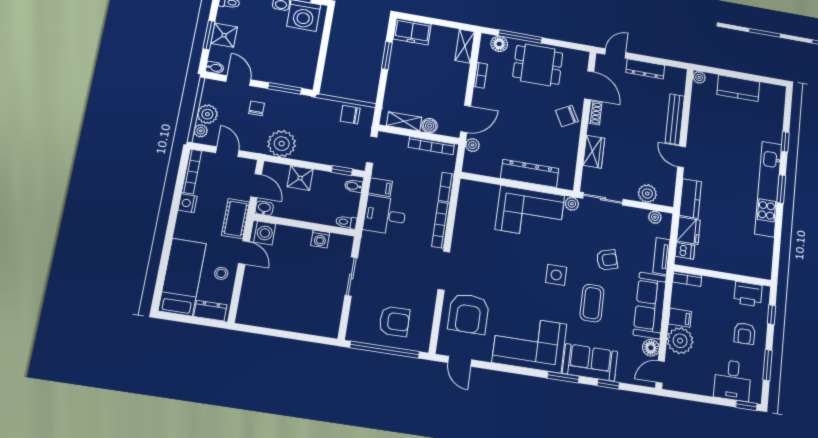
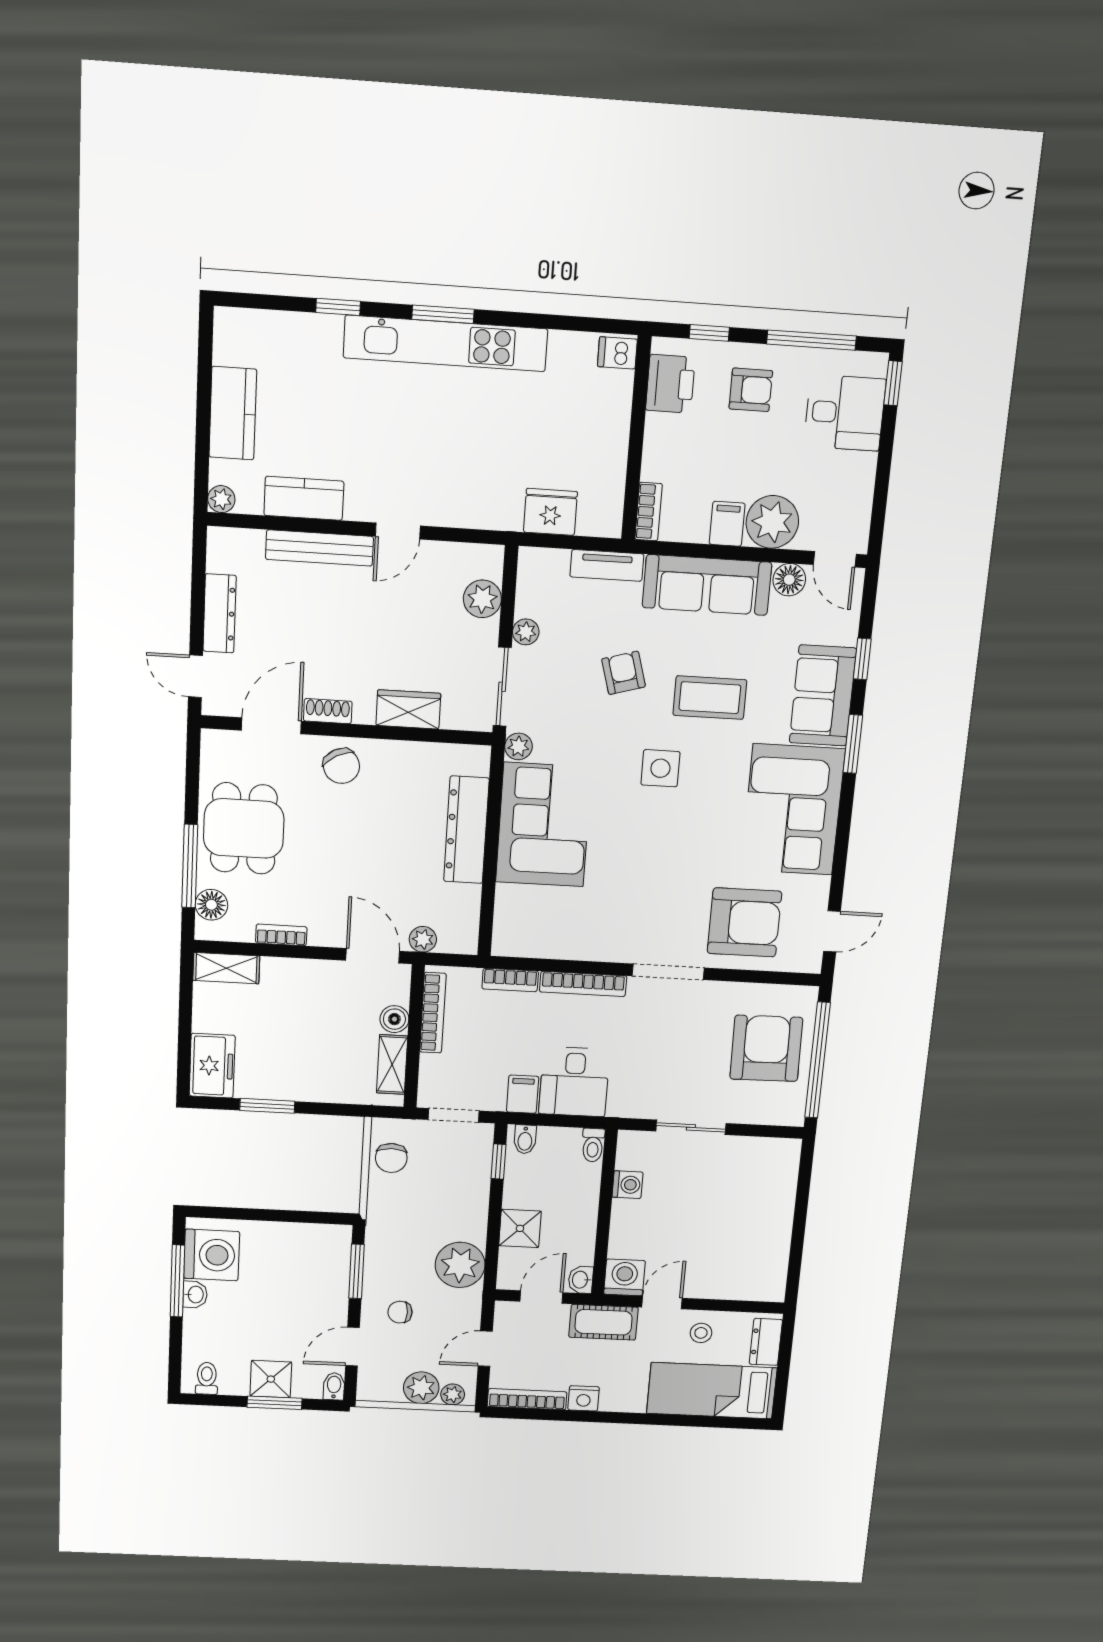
kitchen counter: (690, 198) -> (304, 498), moved
plant: (655, 217) -> (526, 632), moved
dishwasher: (685, 251) -> (617, 353), moved, turned -90
armchair: (394, 321) -> (766, 1048), width x1.36, depth x1.36
window: (767, 365) -> (811, 340), width x1.44

